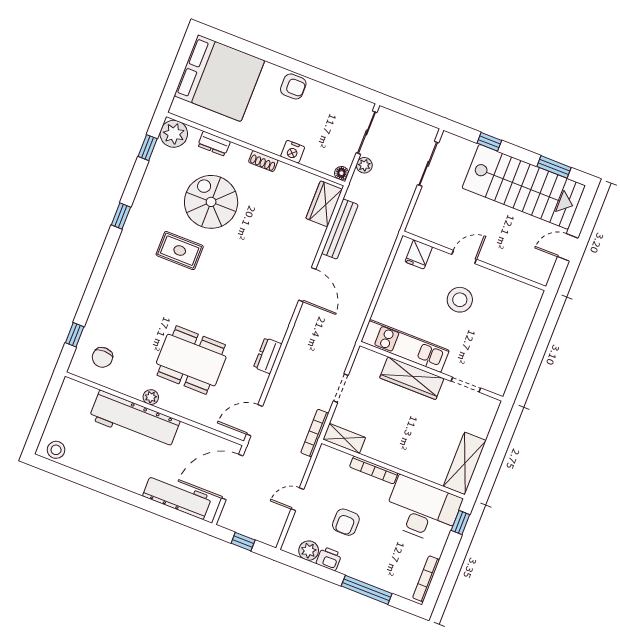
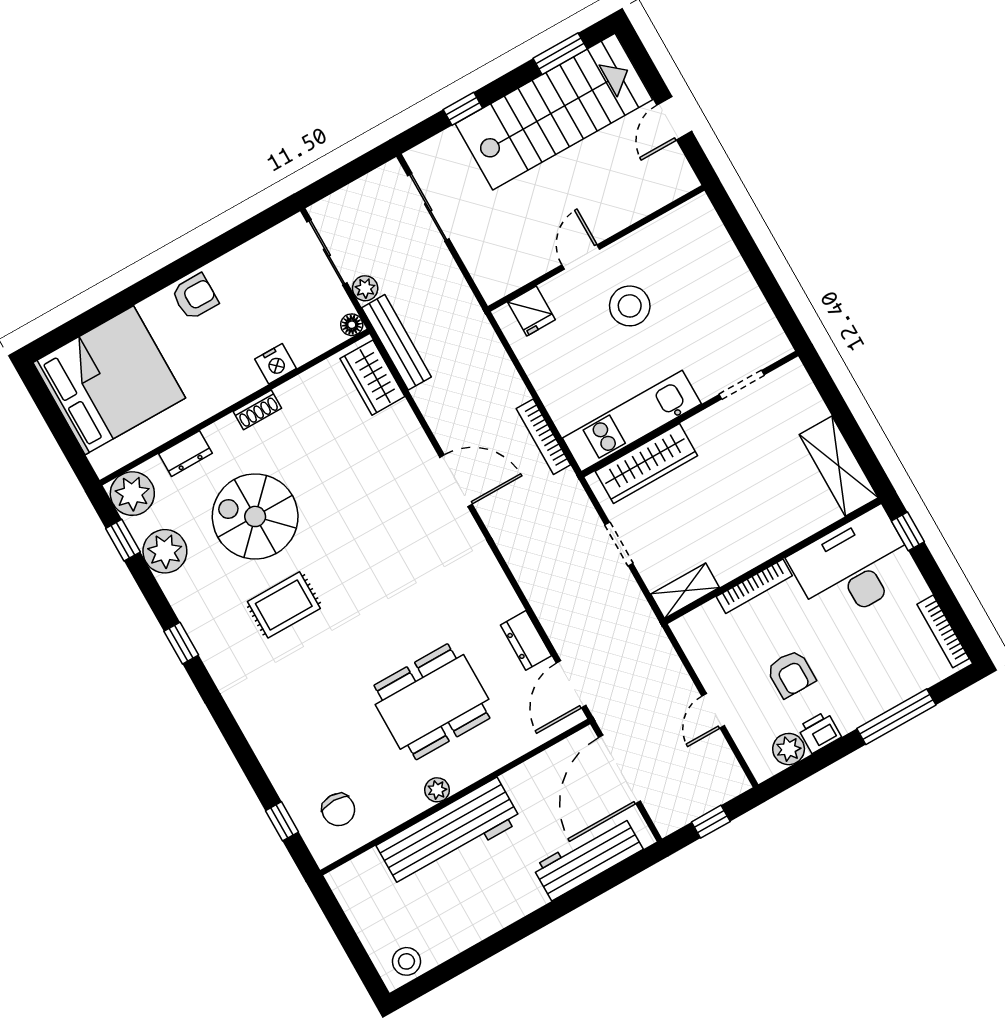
plant: (159, 172) -> (165, 551), added
bench: (340, 229) -> (397, 342), moved
dresser: (268, 356) -> (526, 640), moved
wardrobe: (412, 378) -> (646, 464), moved
bookcase: (315, 433) -> (543, 437), moved

